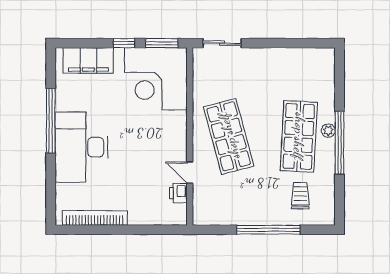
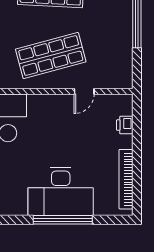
window: (51, 121) -> (63, 220), moved
printer: (178, 193) -> (125, 125), moved, turned 90

